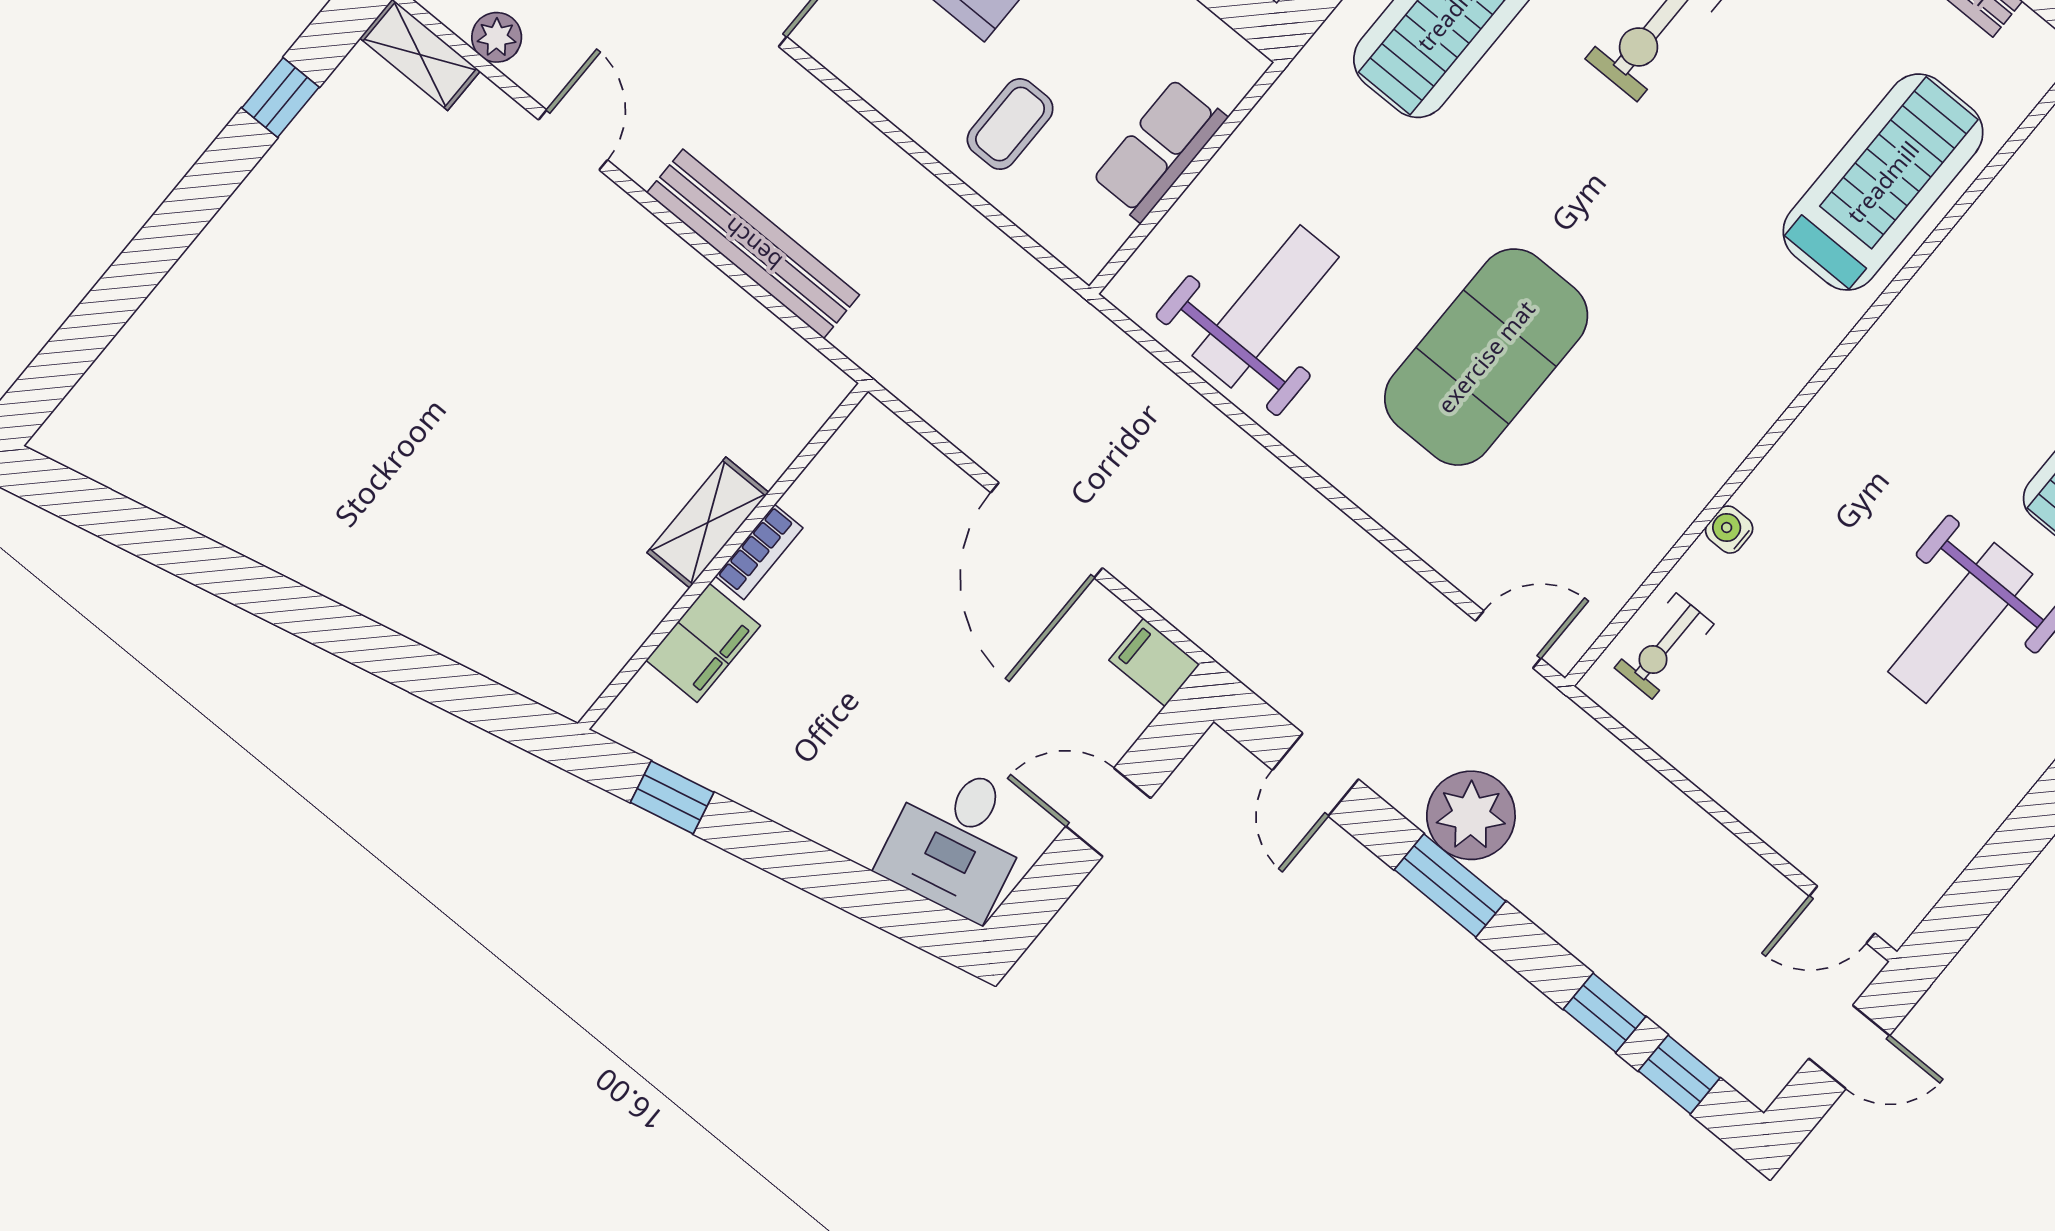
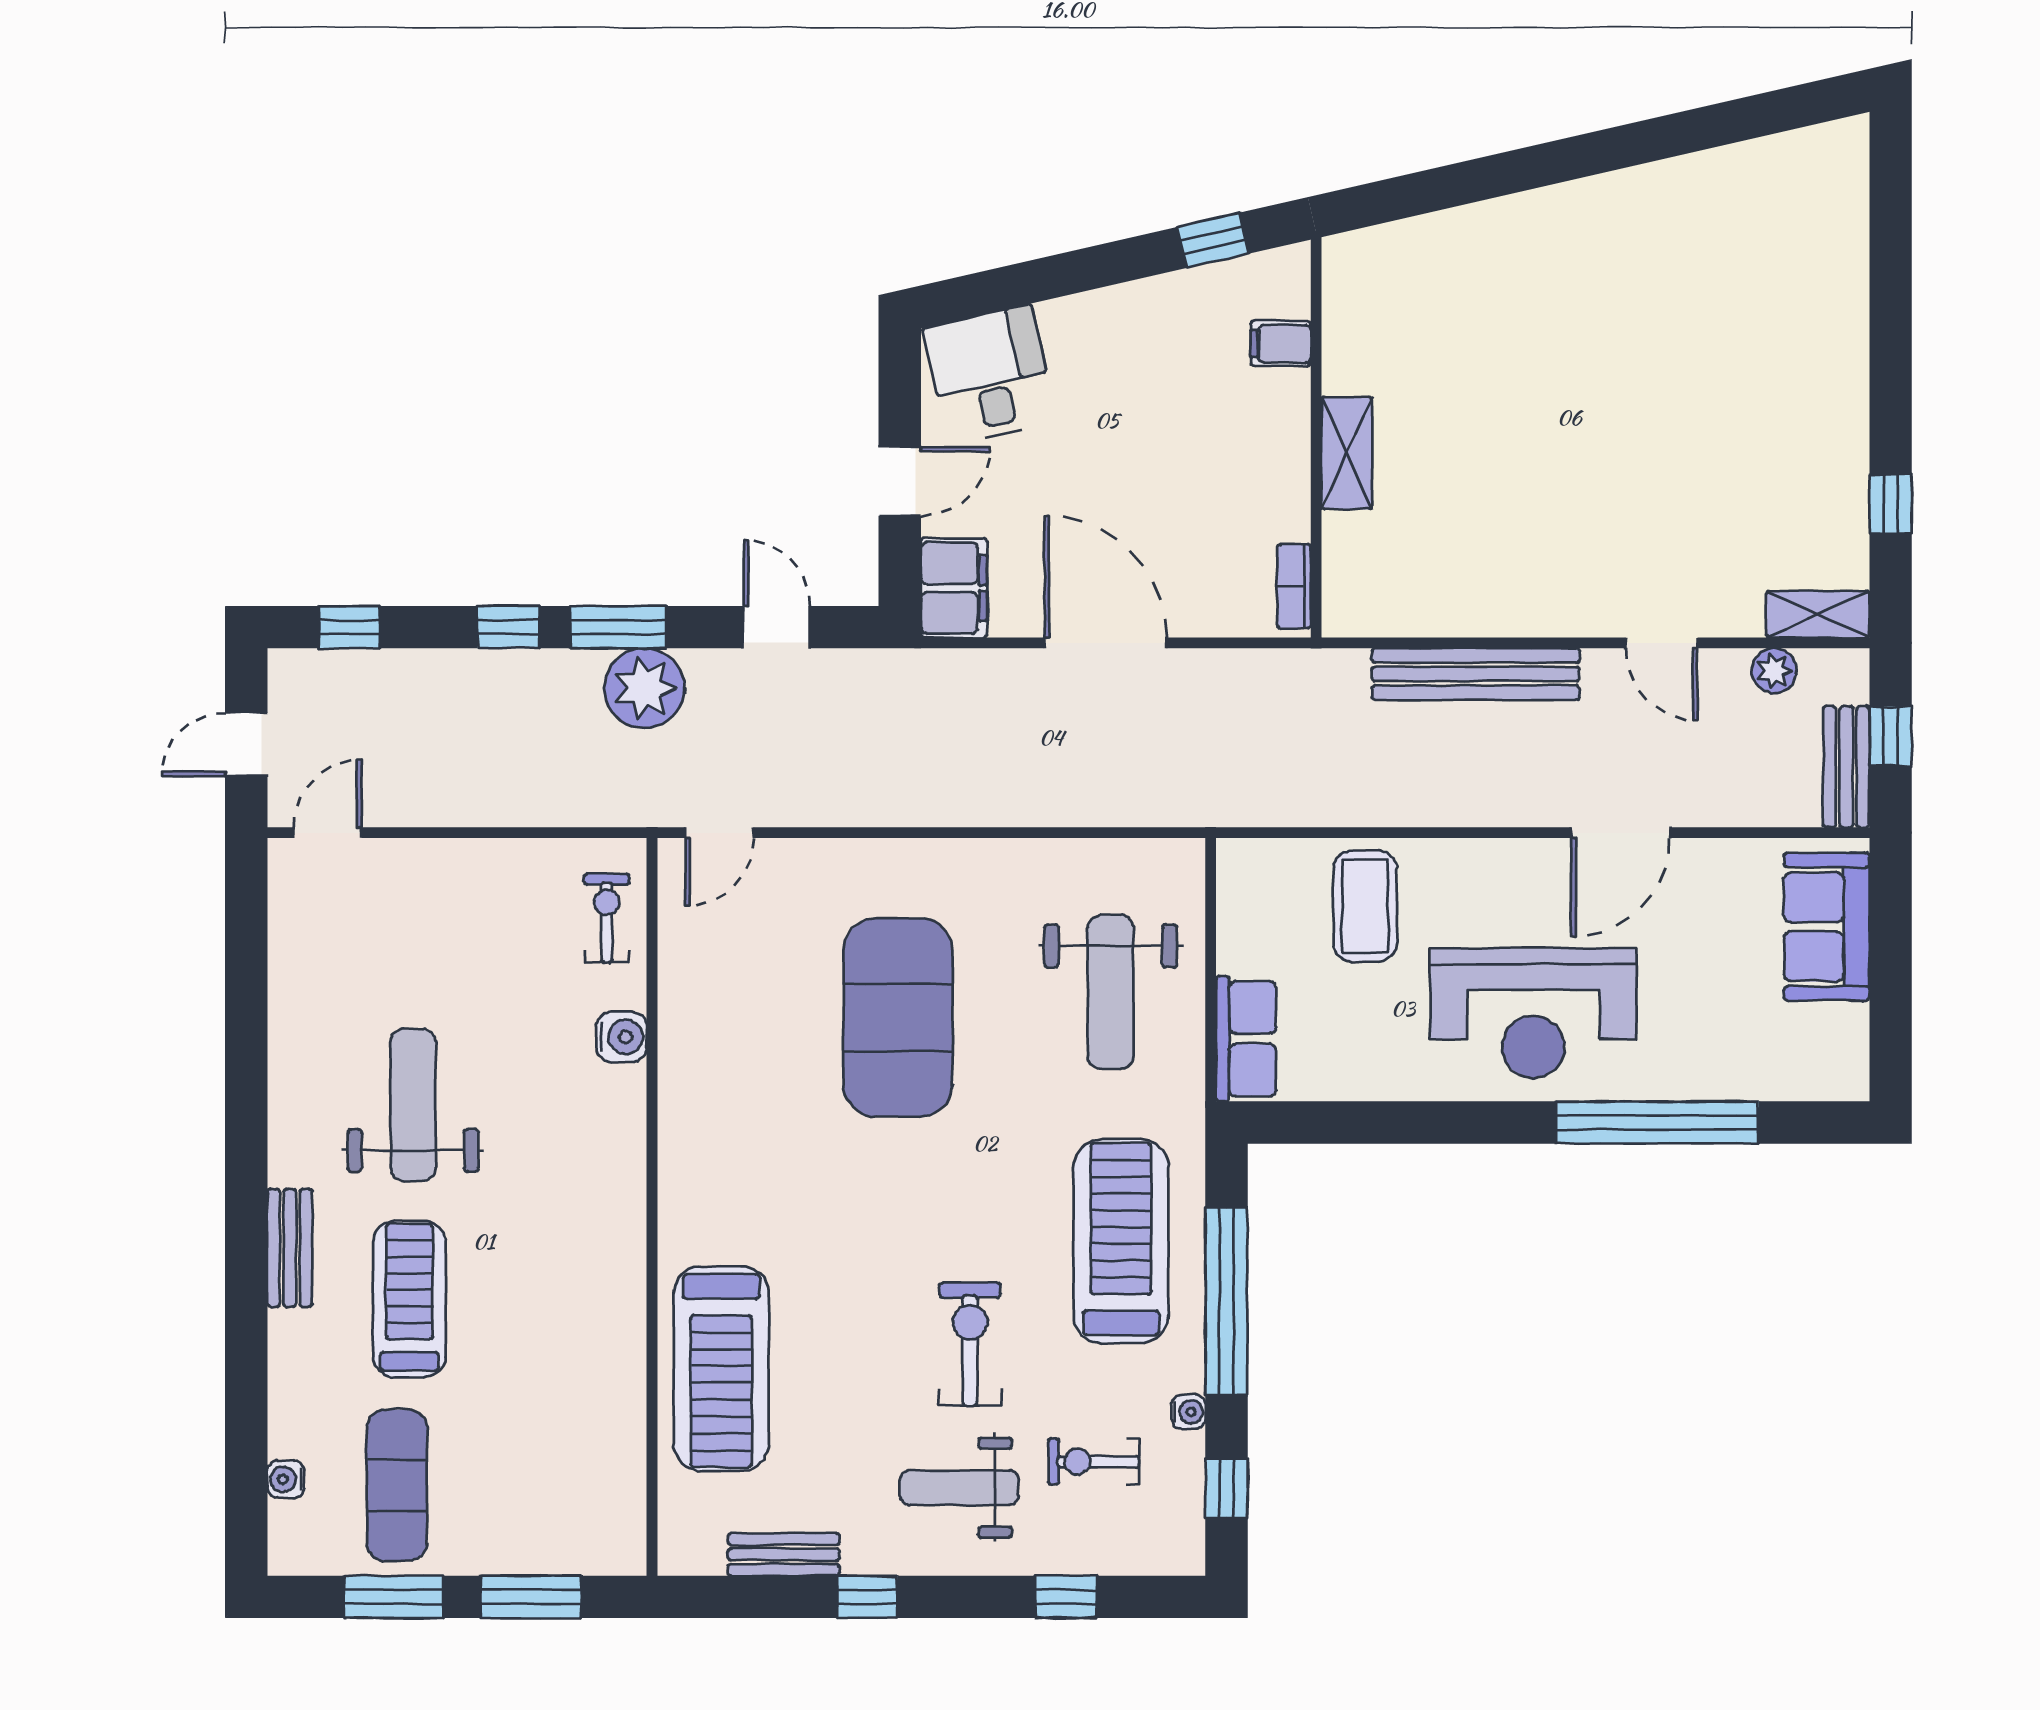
coffee table: (1010, 124) -> (1365, 906), width x1.36, depth x1.30
row of seats: (1159, 150) -> (1246, 1039), moved
weight bench: (1266, 306) -> (1111, 992), moved
water cooler: (1729, 530) -> (621, 1037), width x1.38, depth x1.38
bookcase: (759, 552) -> (1294, 586), moved
filing cabinet: (703, 643) -> (1281, 344), width x0.50
filing cabinet: (1154, 662) -> (954, 588), width x2.00
window: (1604, 1013) -> (509, 627), moved

